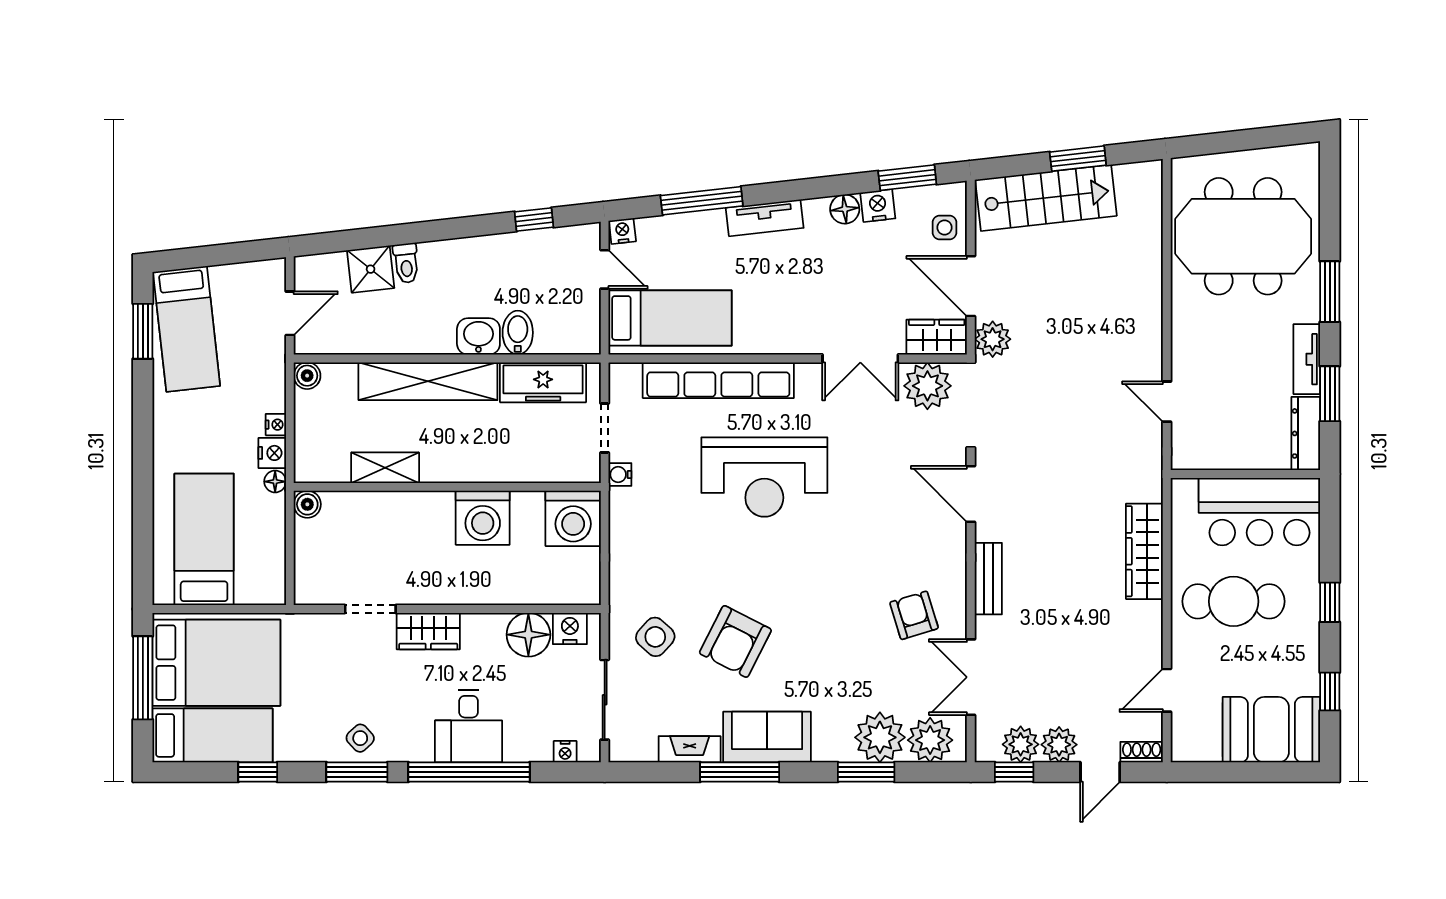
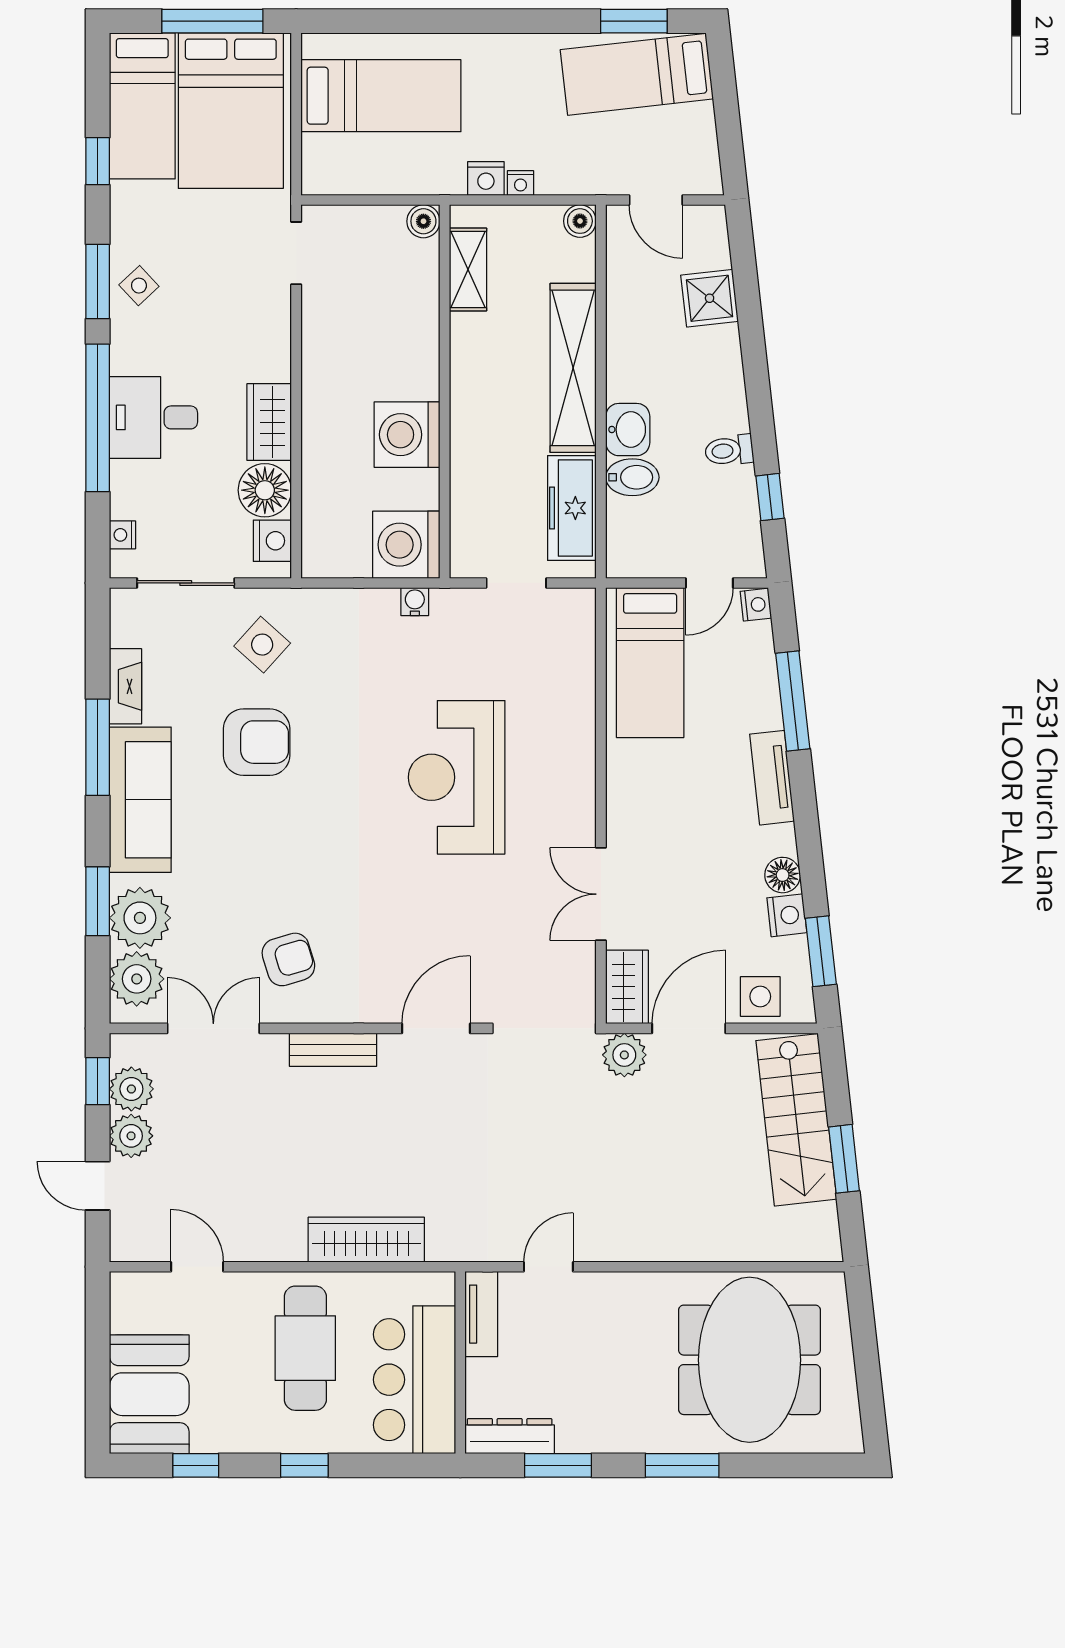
side table: (945, 227) -> (760, 996), width x1.37, depth x1.37
toilet: (406, 263) -> (729, 450), moved
tv unit: (1307, 359) -> (481, 1314), moved, turned 90
row of seats: (718, 380) -> (574, 721), removed
plant: (927, 386) -> (568, 976), removed
shelving: (385, 468) -> (468, 269), moved
water cooler: (620, 475) -> (415, 602), moved
floor lamp: (275, 482) -> (451, 182), removed
doorway: (370, 609) -> (296, 253), moved
wardrobe: (428, 631) -> (269, 422), moved
armchair: (735, 641) -> (257, 742), turned 153
sofa: (767, 737) -> (140, 800), width x1.36
shoe rack: (1142, 752) -> (122, 1236), removed

